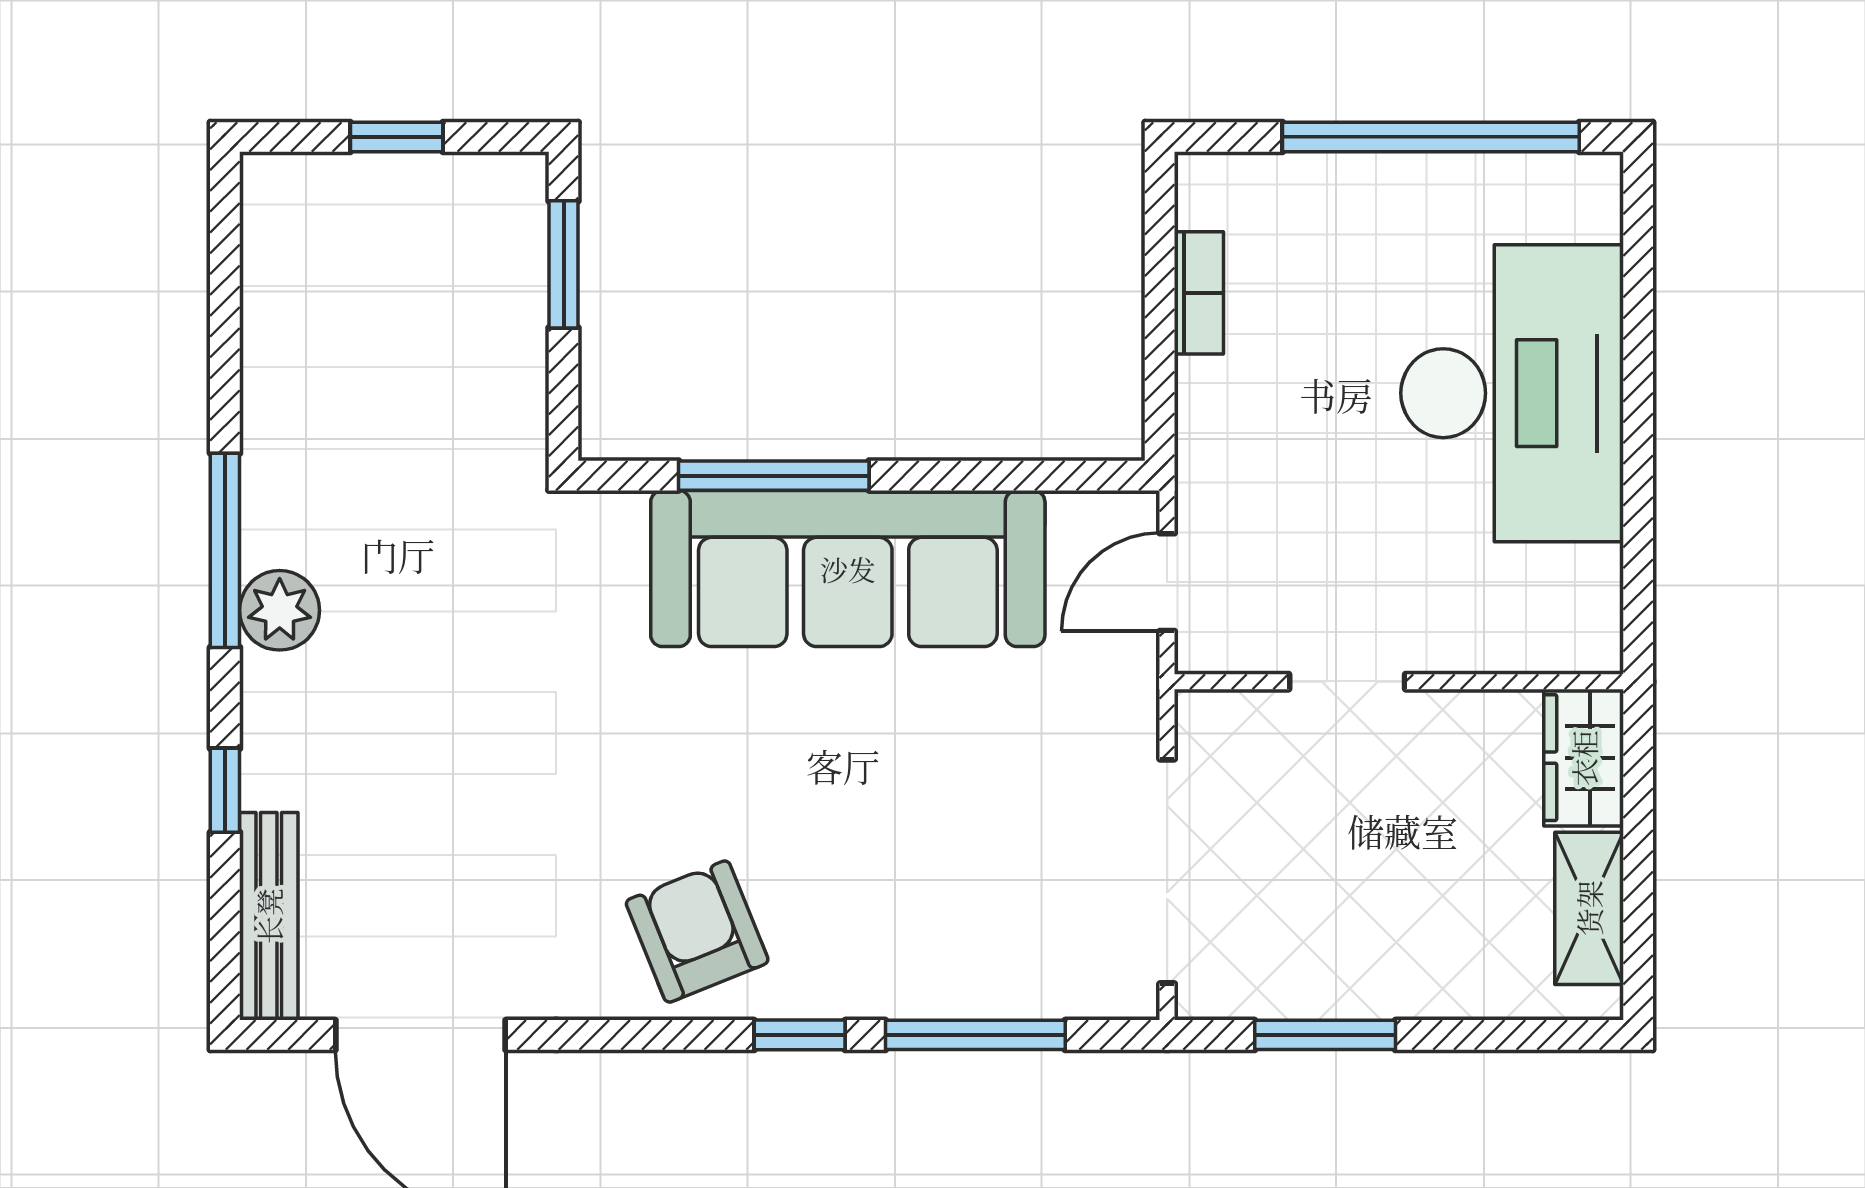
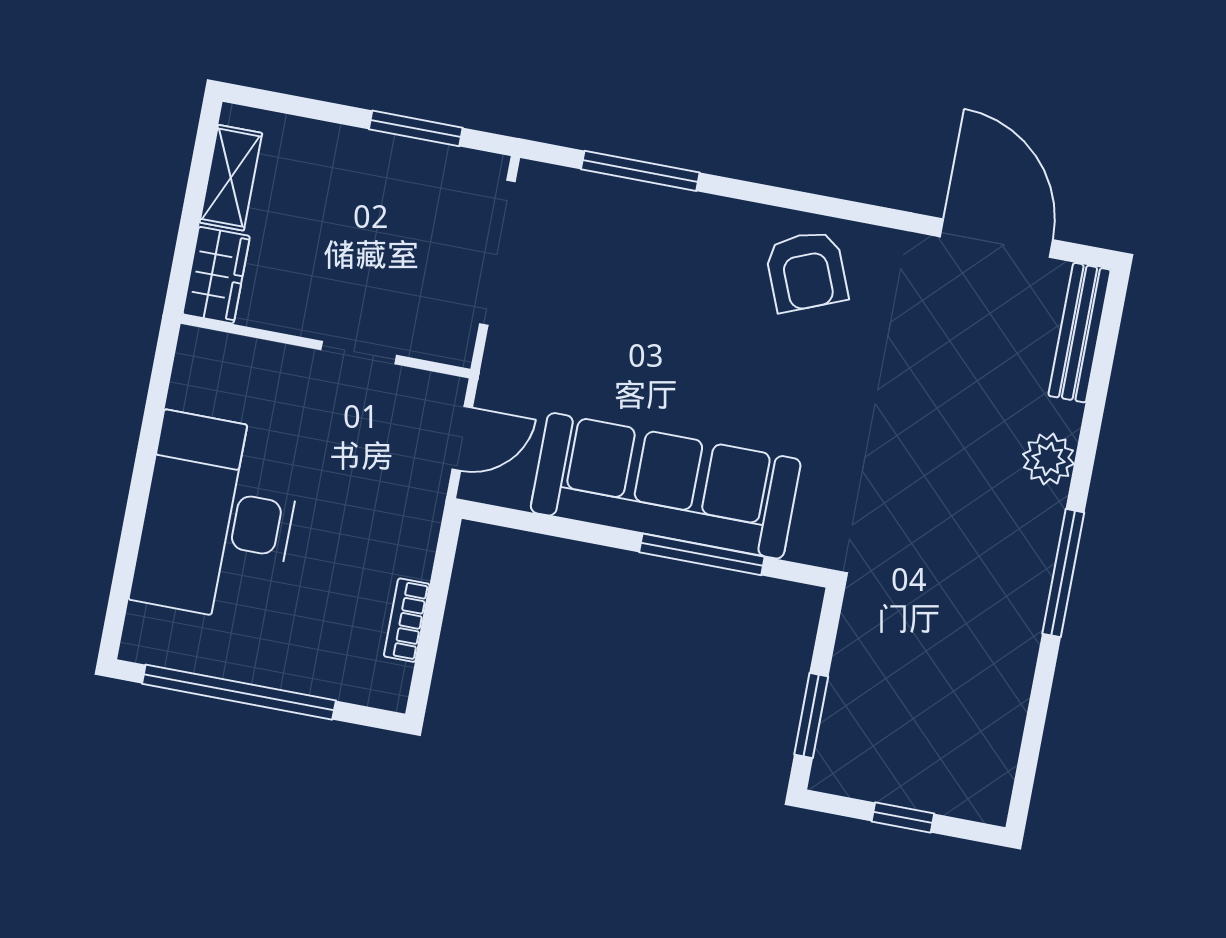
plant: (280, 610) -> (1048, 459), moved
window: (225, 790) -> (1092, 419), removed
window: (800, 1035) -> (753, 192), removed

